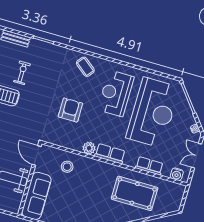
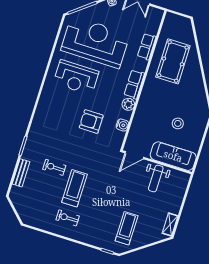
coffee table: (85, 67) -> (50, 106), removed
stool: (67, 167) -> (178, 123), moved
water cooler: (177, 174) -> (122, 125), moved

